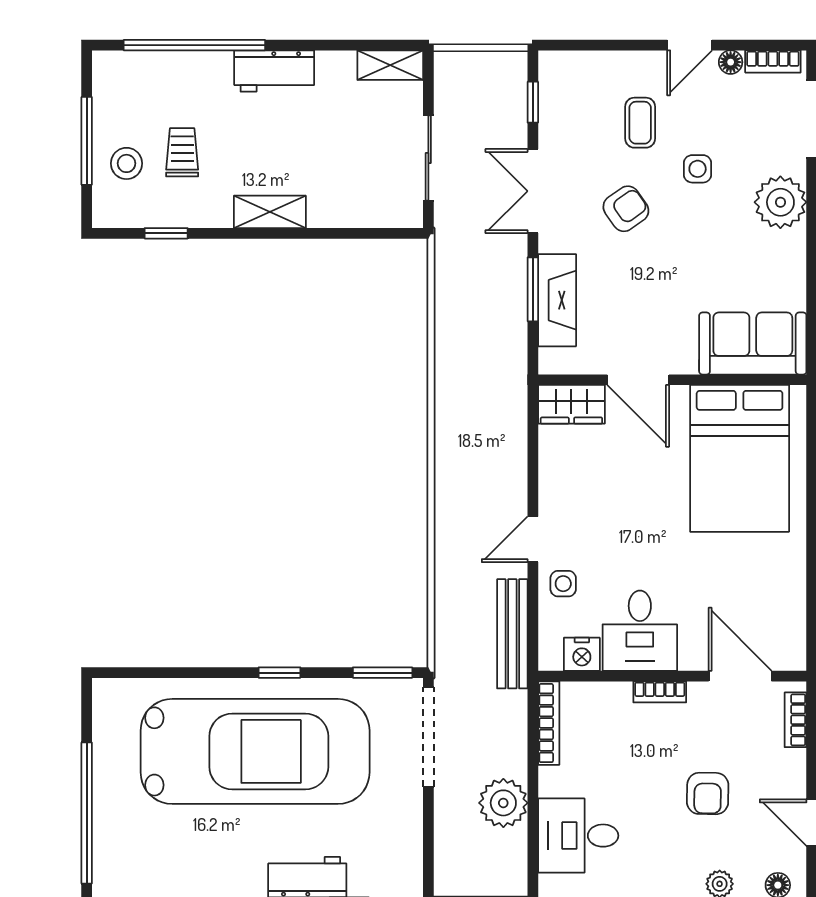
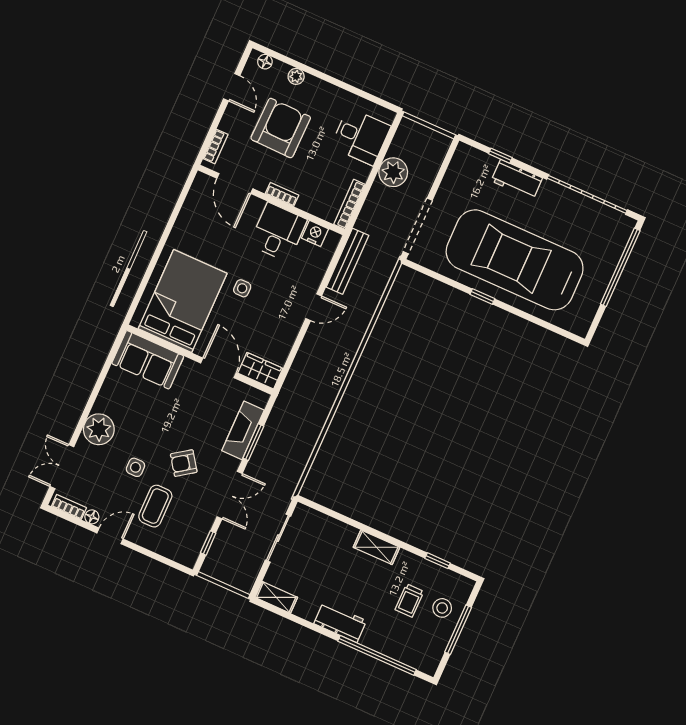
coffee table: (640, 123) -> (155, 506), width x1.36, depth x1.30
side table: (563, 584) -> (242, 288), moved
window: (383, 673) -> (427, 272), removed
armchair: (708, 793) -> (281, 128), width x1.88, depth x1.88

